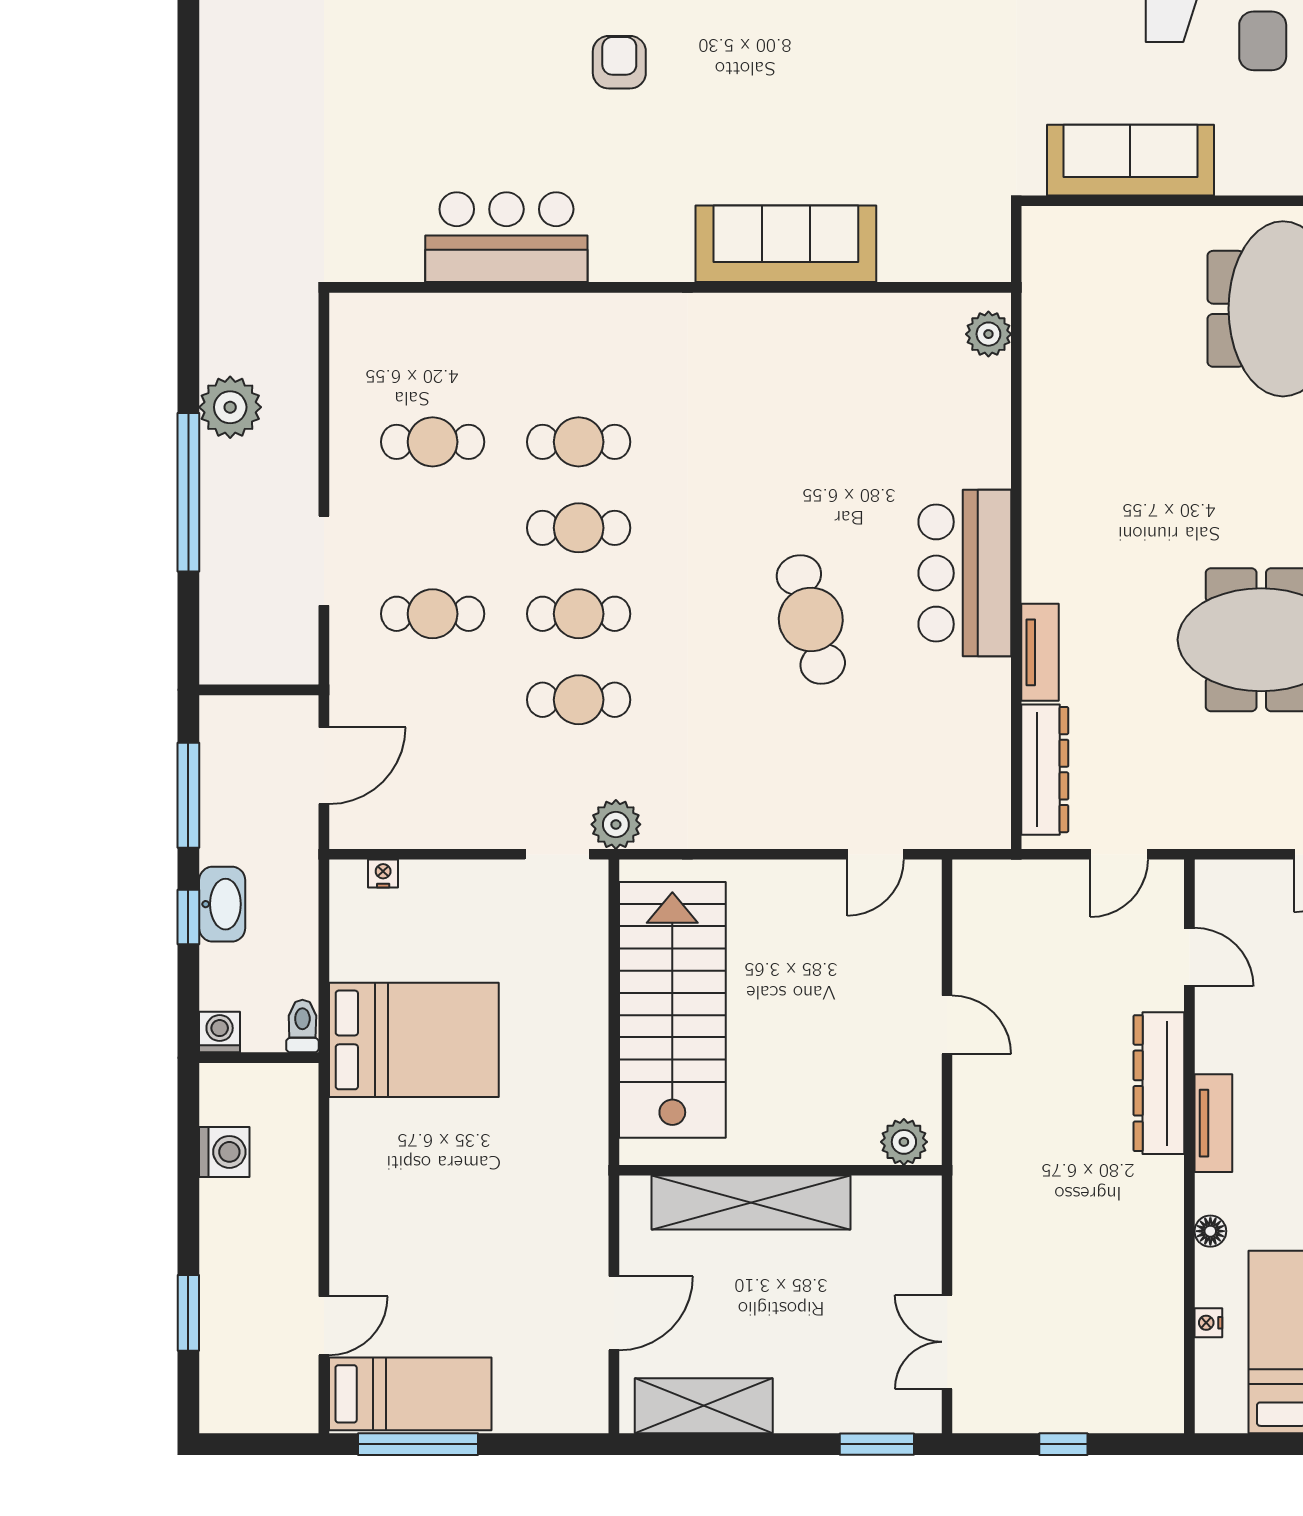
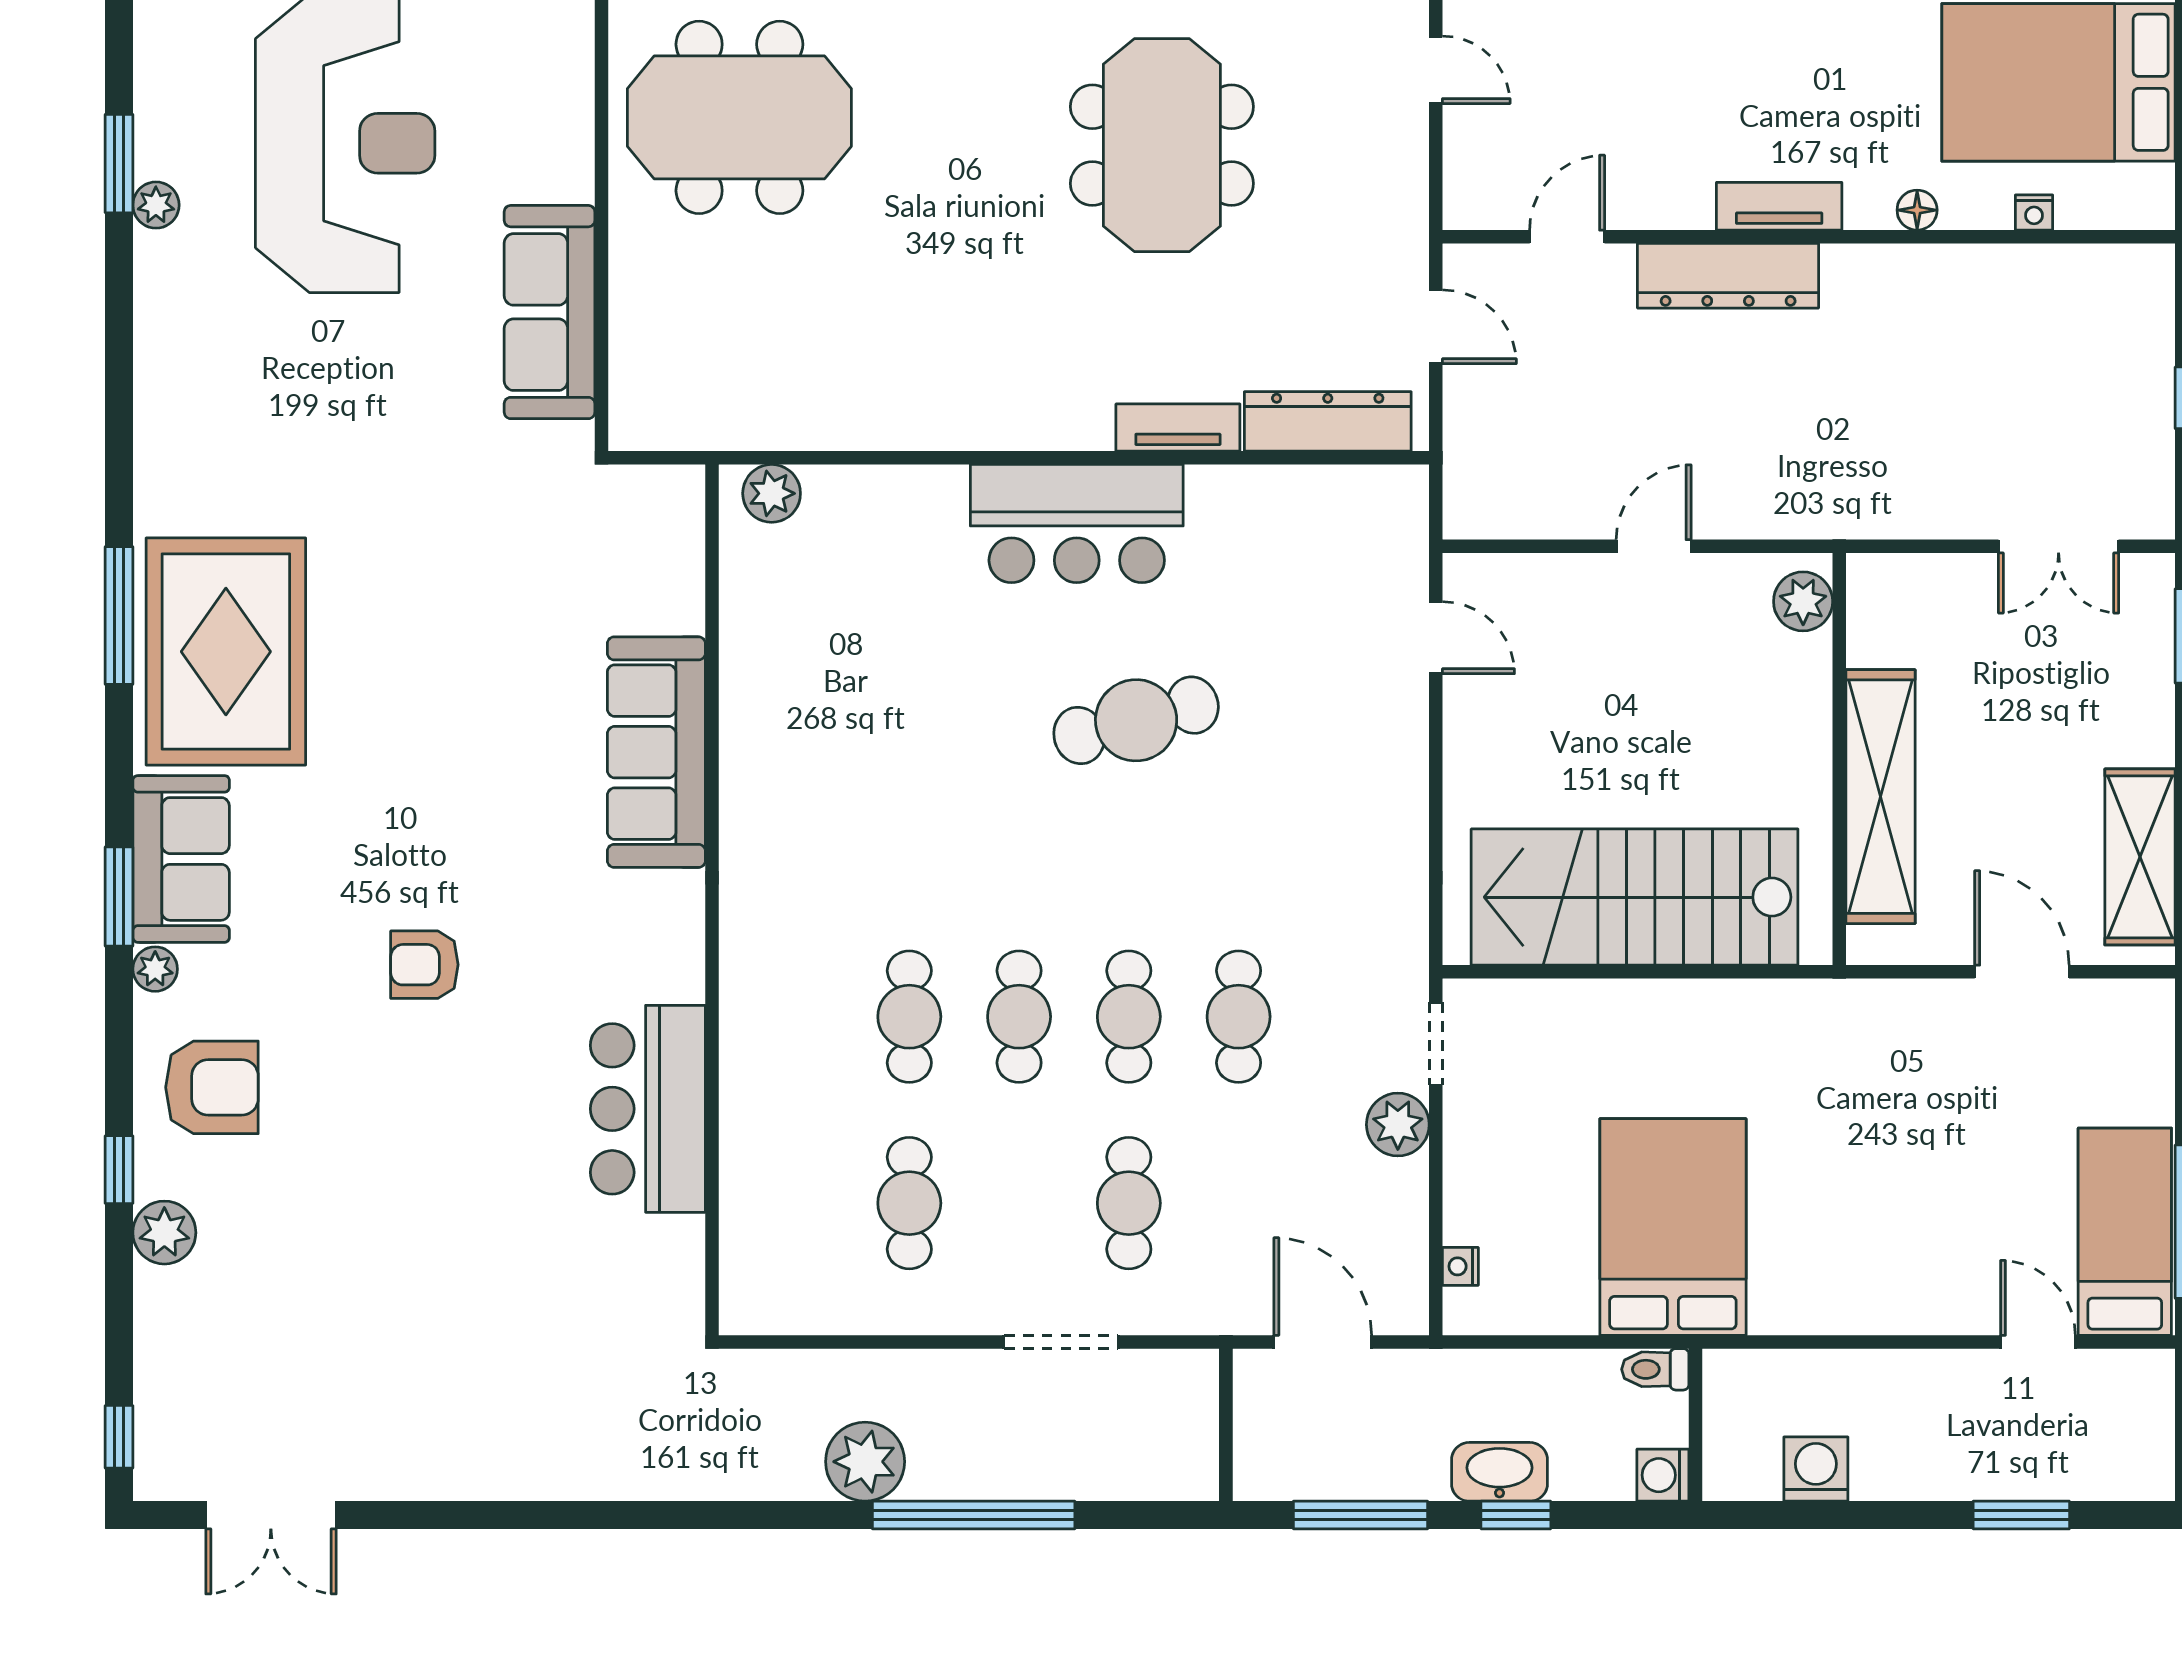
plant: (616, 824) -> (1398, 1125), moved

